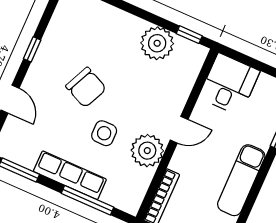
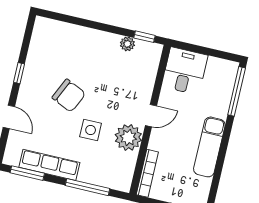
plant: (157, 43) -> (127, 44), width x0.53, depth x0.53
row of seats: (70, 175) -> (49, 165), moved

